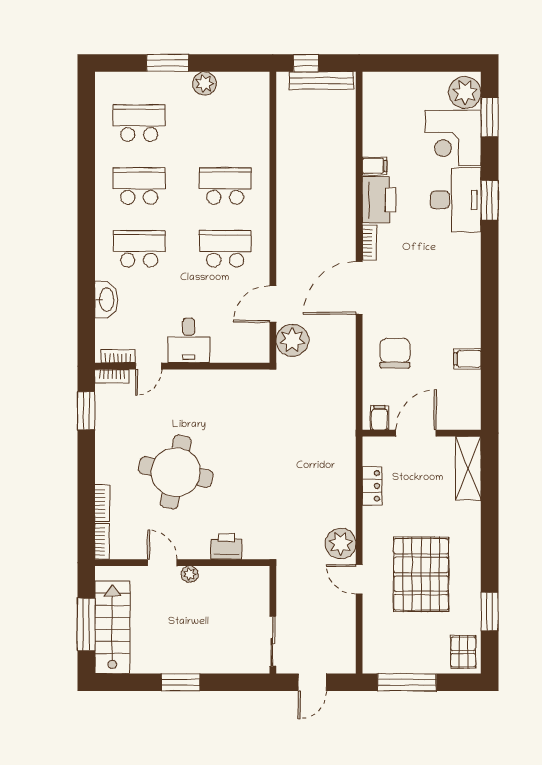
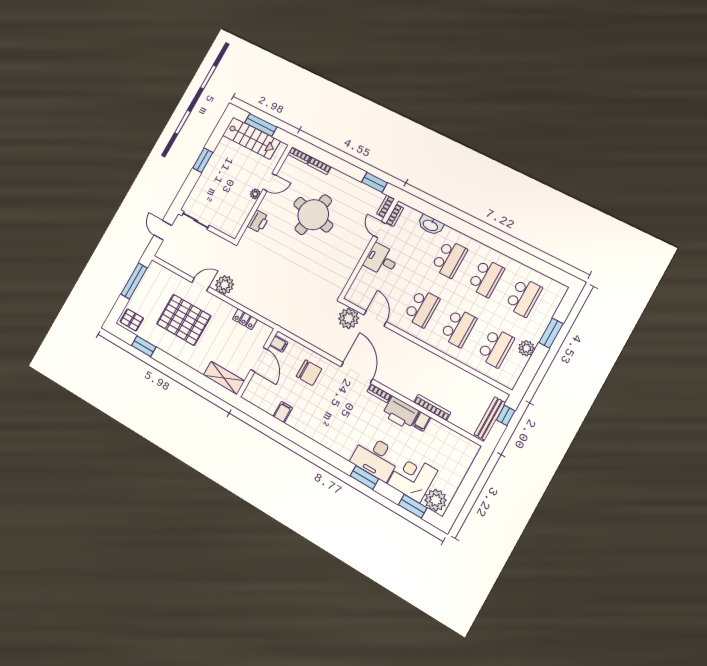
school desk: (225, 123) -> (496, 348), added
bookcase: (349, 162) -> (432, 407), added

